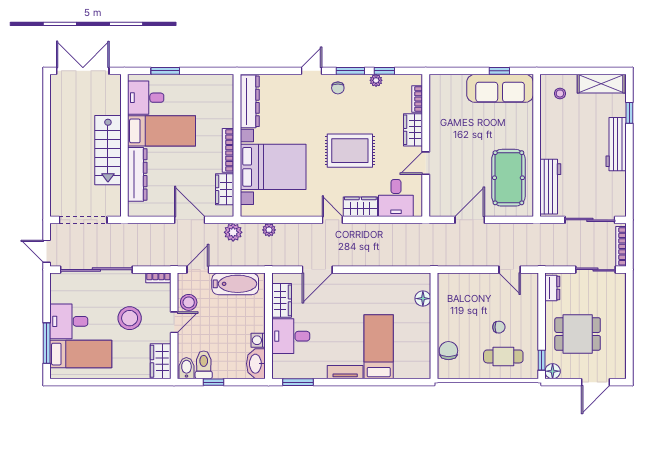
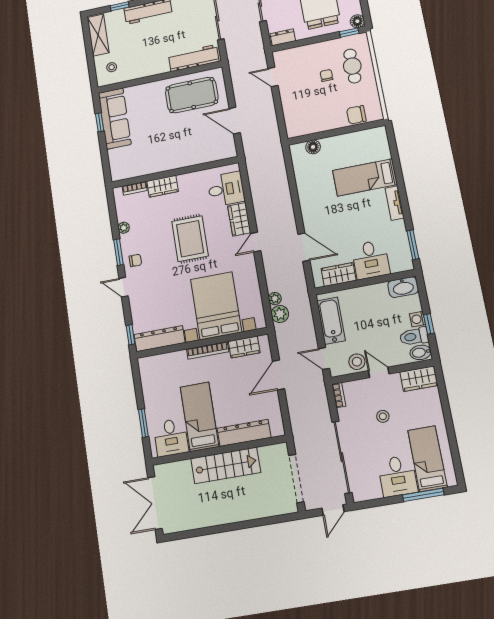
window: (384, 71) -> (130, 335), moved
door: (426, 163) -> (190, 169), removed
plant: (233, 232) -> (280, 314), moved
door: (510, 270) -> (273, 77), swing flipped
stool: (130, 318) -> (383, 416), width x0.53, depth x0.53
washing machine: (258, 340) -> (418, 319), moved, turned 90

